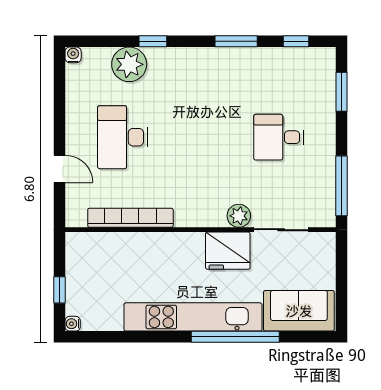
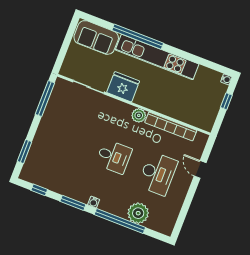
window: (153, 41) -> (120, 221), width x3.17
water cooler: (73, 55) -> (94, 202), moved
desk: (279, 137) -> (114, 157), moved
plant: (239, 216) -> (139, 115), moved

